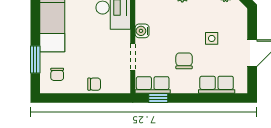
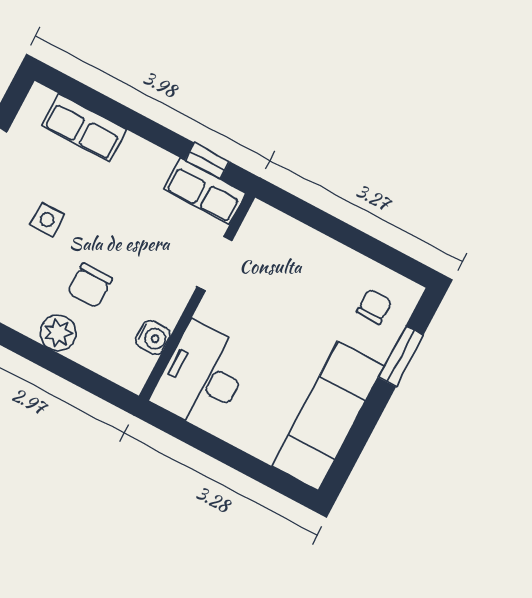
water cooler: (142, 31) -> (153, 338), moved
chair: (184, 61) -> (90, 286), moved
chair: (94, 84) -> (314, 251), removed

